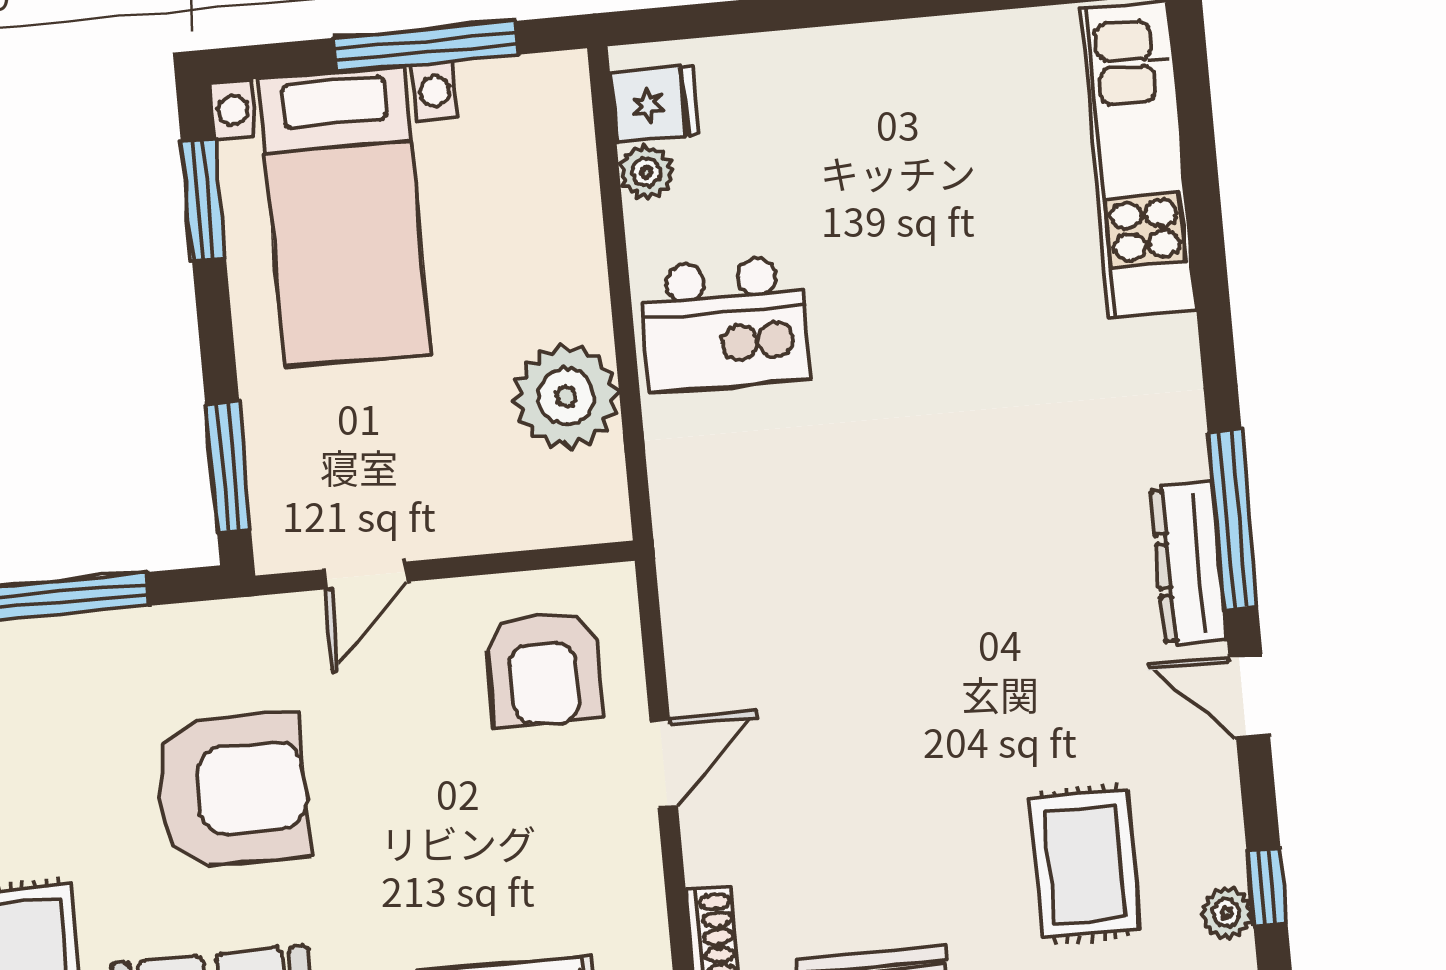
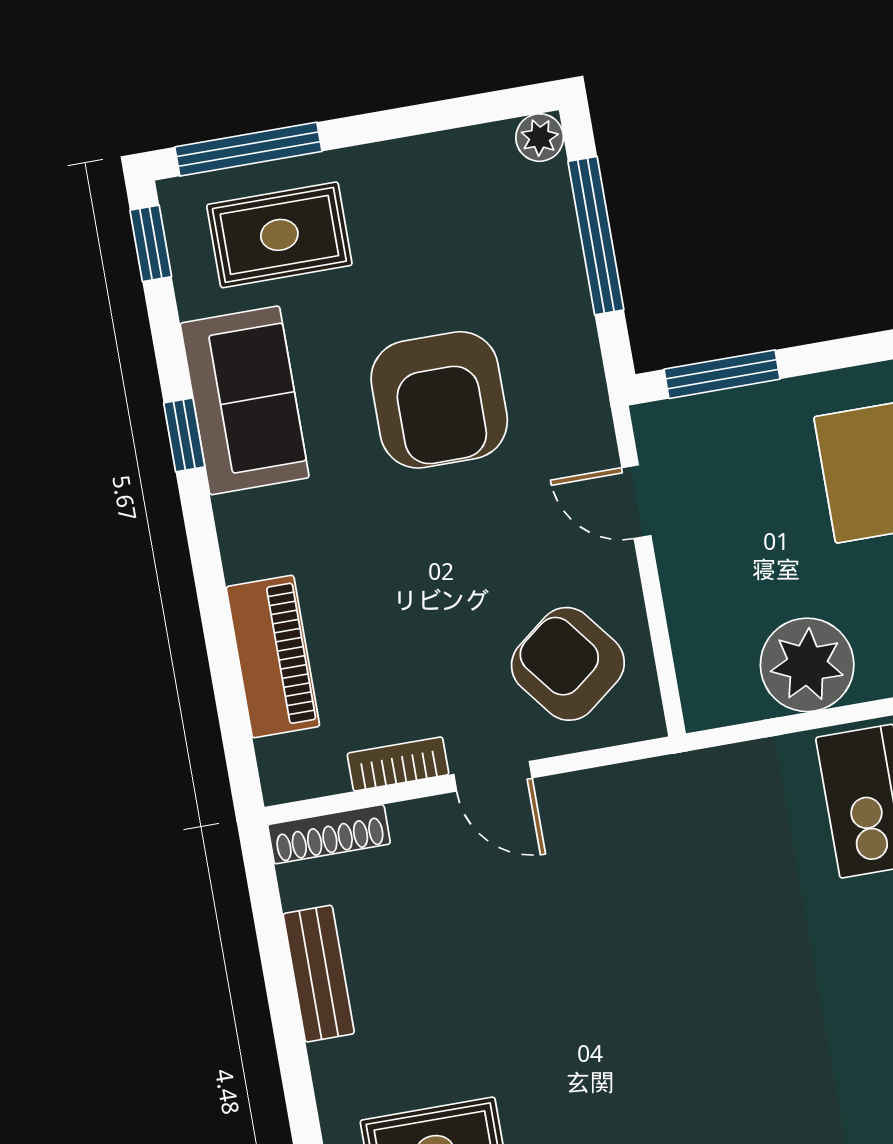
armchair: (543, 668) -> (568, 664), turned 52
bookcase: (641, 870) -> (398, 764), added

